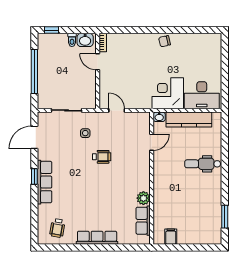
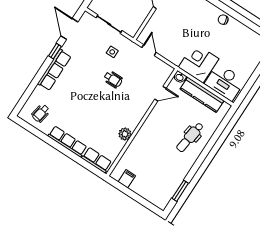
door: (34, 137) -> (69, 29), hinge flipped
dental chair: (203, 164) -> (190, 137), turned -82
window: (34, 177) -> (55, 51), moved
row of seats: (143, 221) -> (97, 160), moved, turned 90

